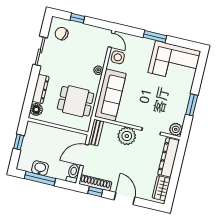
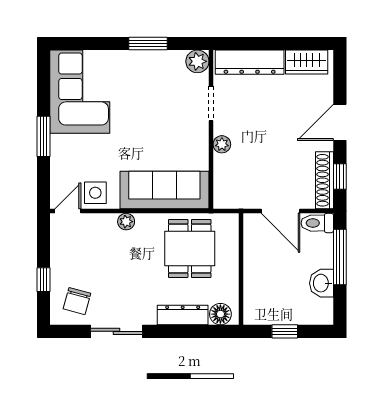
bench: (96, 133) -> (236, 200), removed
plant: (127, 136) -> (222, 144), width x0.53, depth x0.53
window: (40, 179) -> (340, 257), moved

